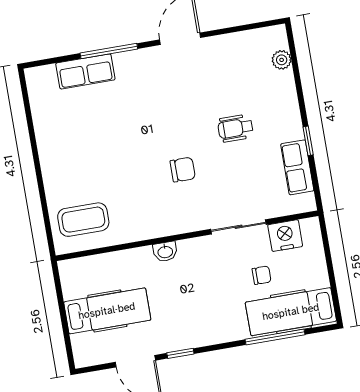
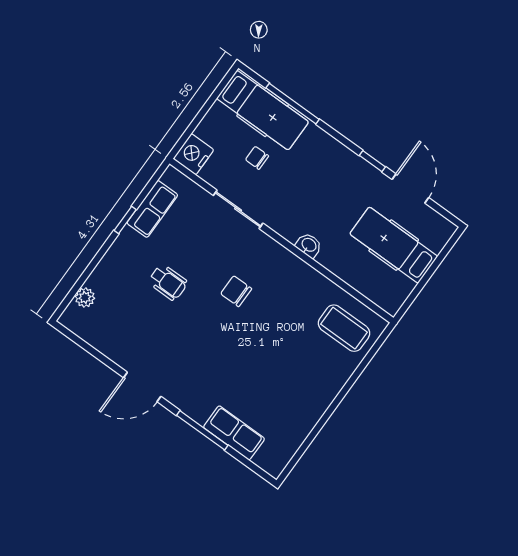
nightstand: (285, 236) -> (193, 154), moved, turned 90

